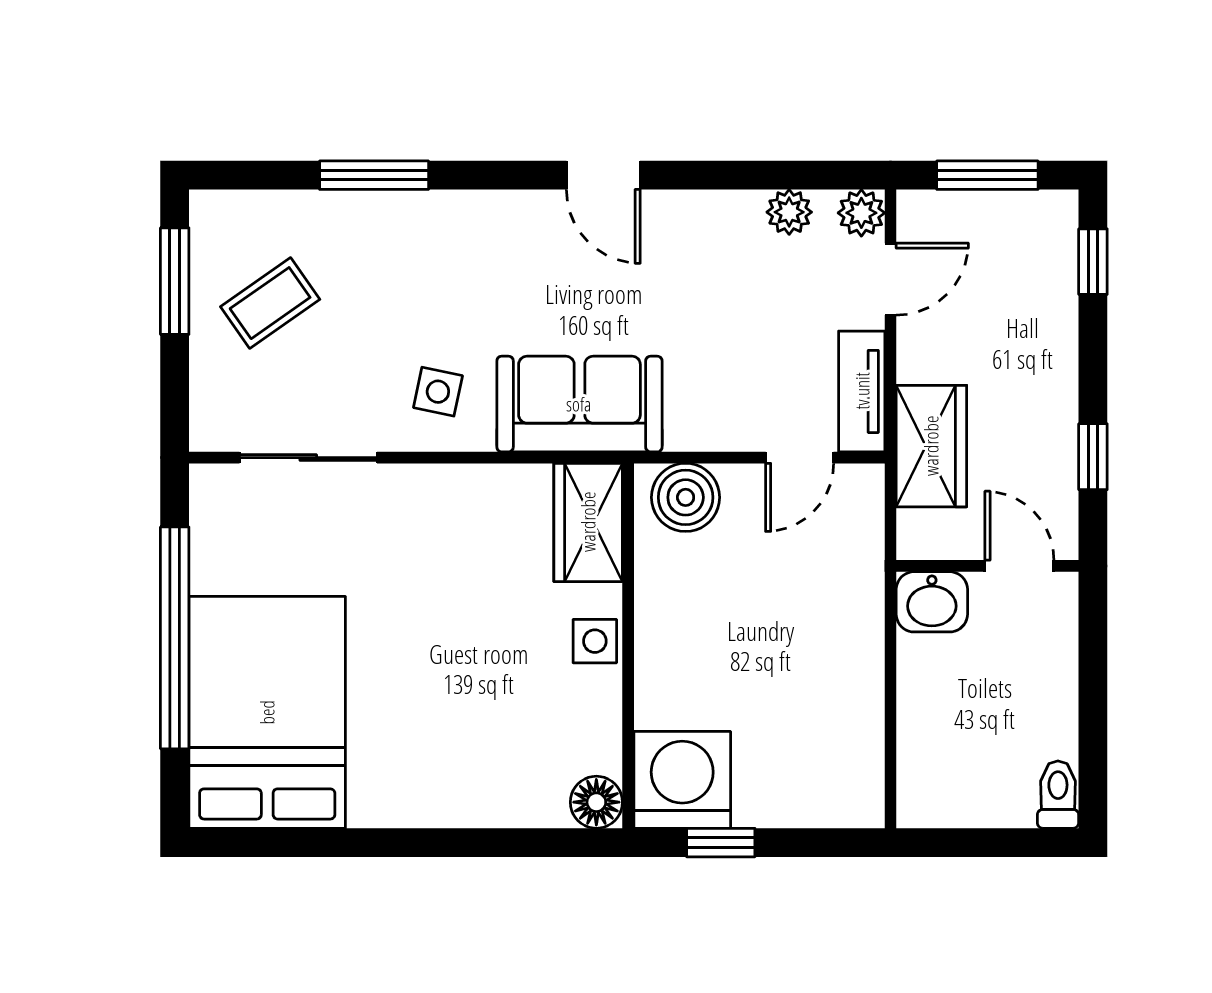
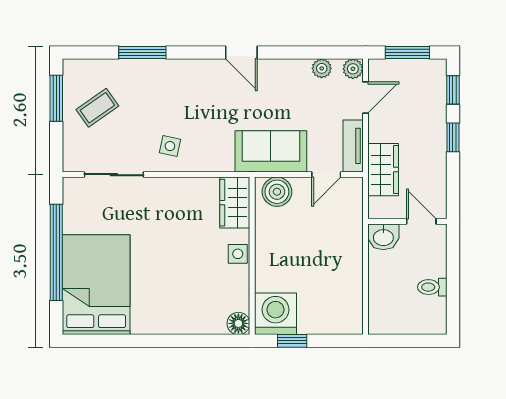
sofa: (579, 404) -> (271, 151), moved
window: (1093, 457) -> (453, 137), moved
toilet: (1058, 795) -> (432, 287), moved, turned -90

